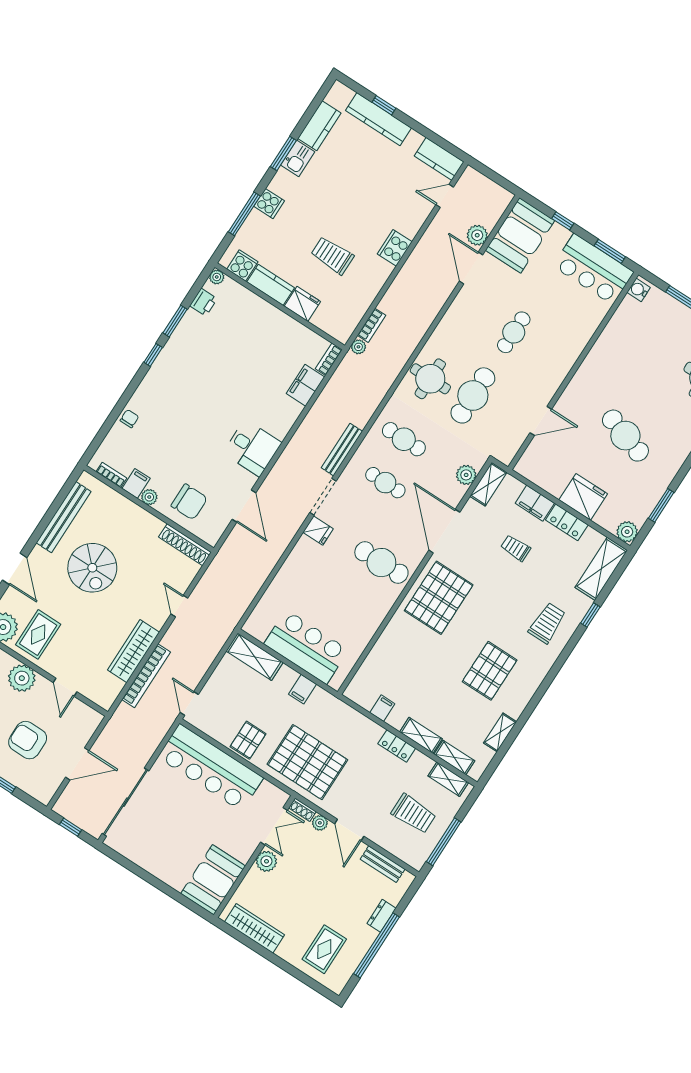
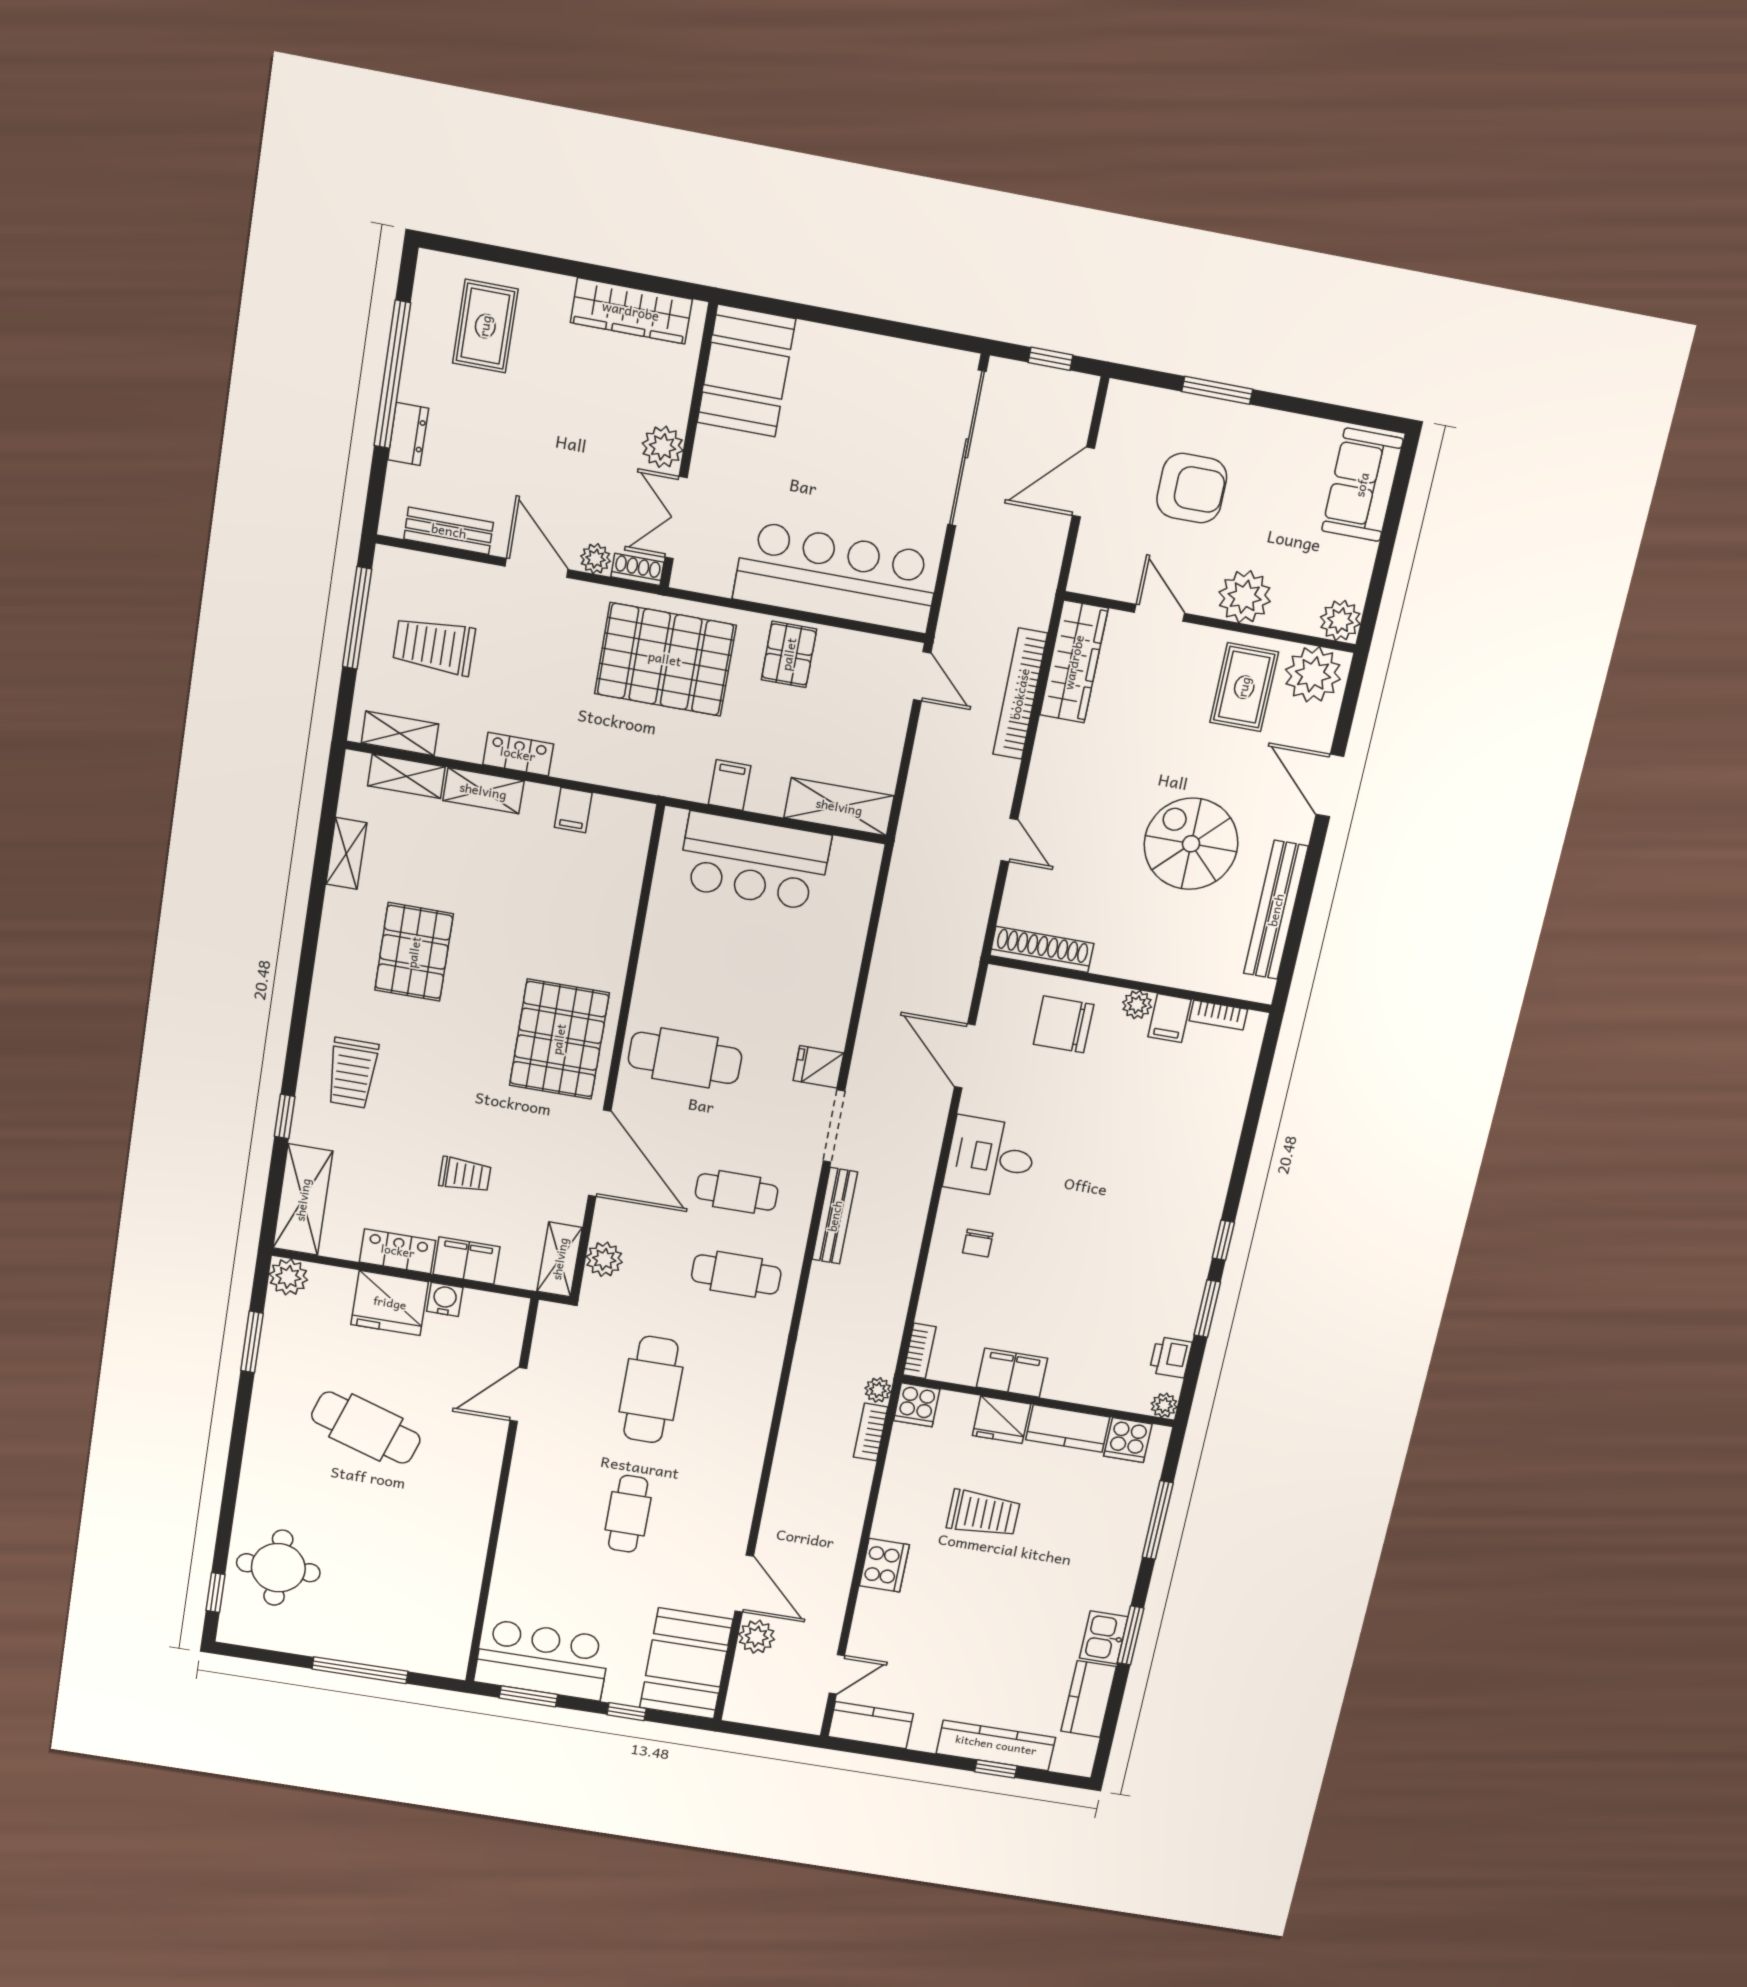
cooker: (269, 204) -> (917, 1405), moved, turned -90
water cooler: (639, 290) -> (445, 1299), moved, turned -90
round table: (430, 379) -> (734, 1388), removed
filing cabinet: (305, 385) -> (1012, 1373), moved, turned -90
chair: (129, 419) -> (978, 1243), moved
wardrobe: (134, 651) -> (1074, 662), moved

